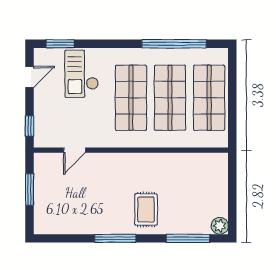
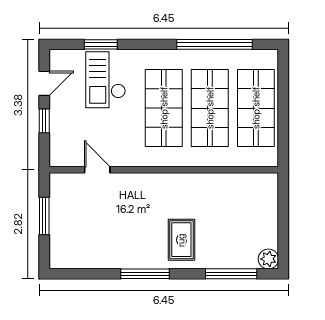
window: (60, 44) -> (101, 44), moved
window: (30, 126) -> (44, 121), moved
door: (75, 150) -> (97, 170), swing flipped

